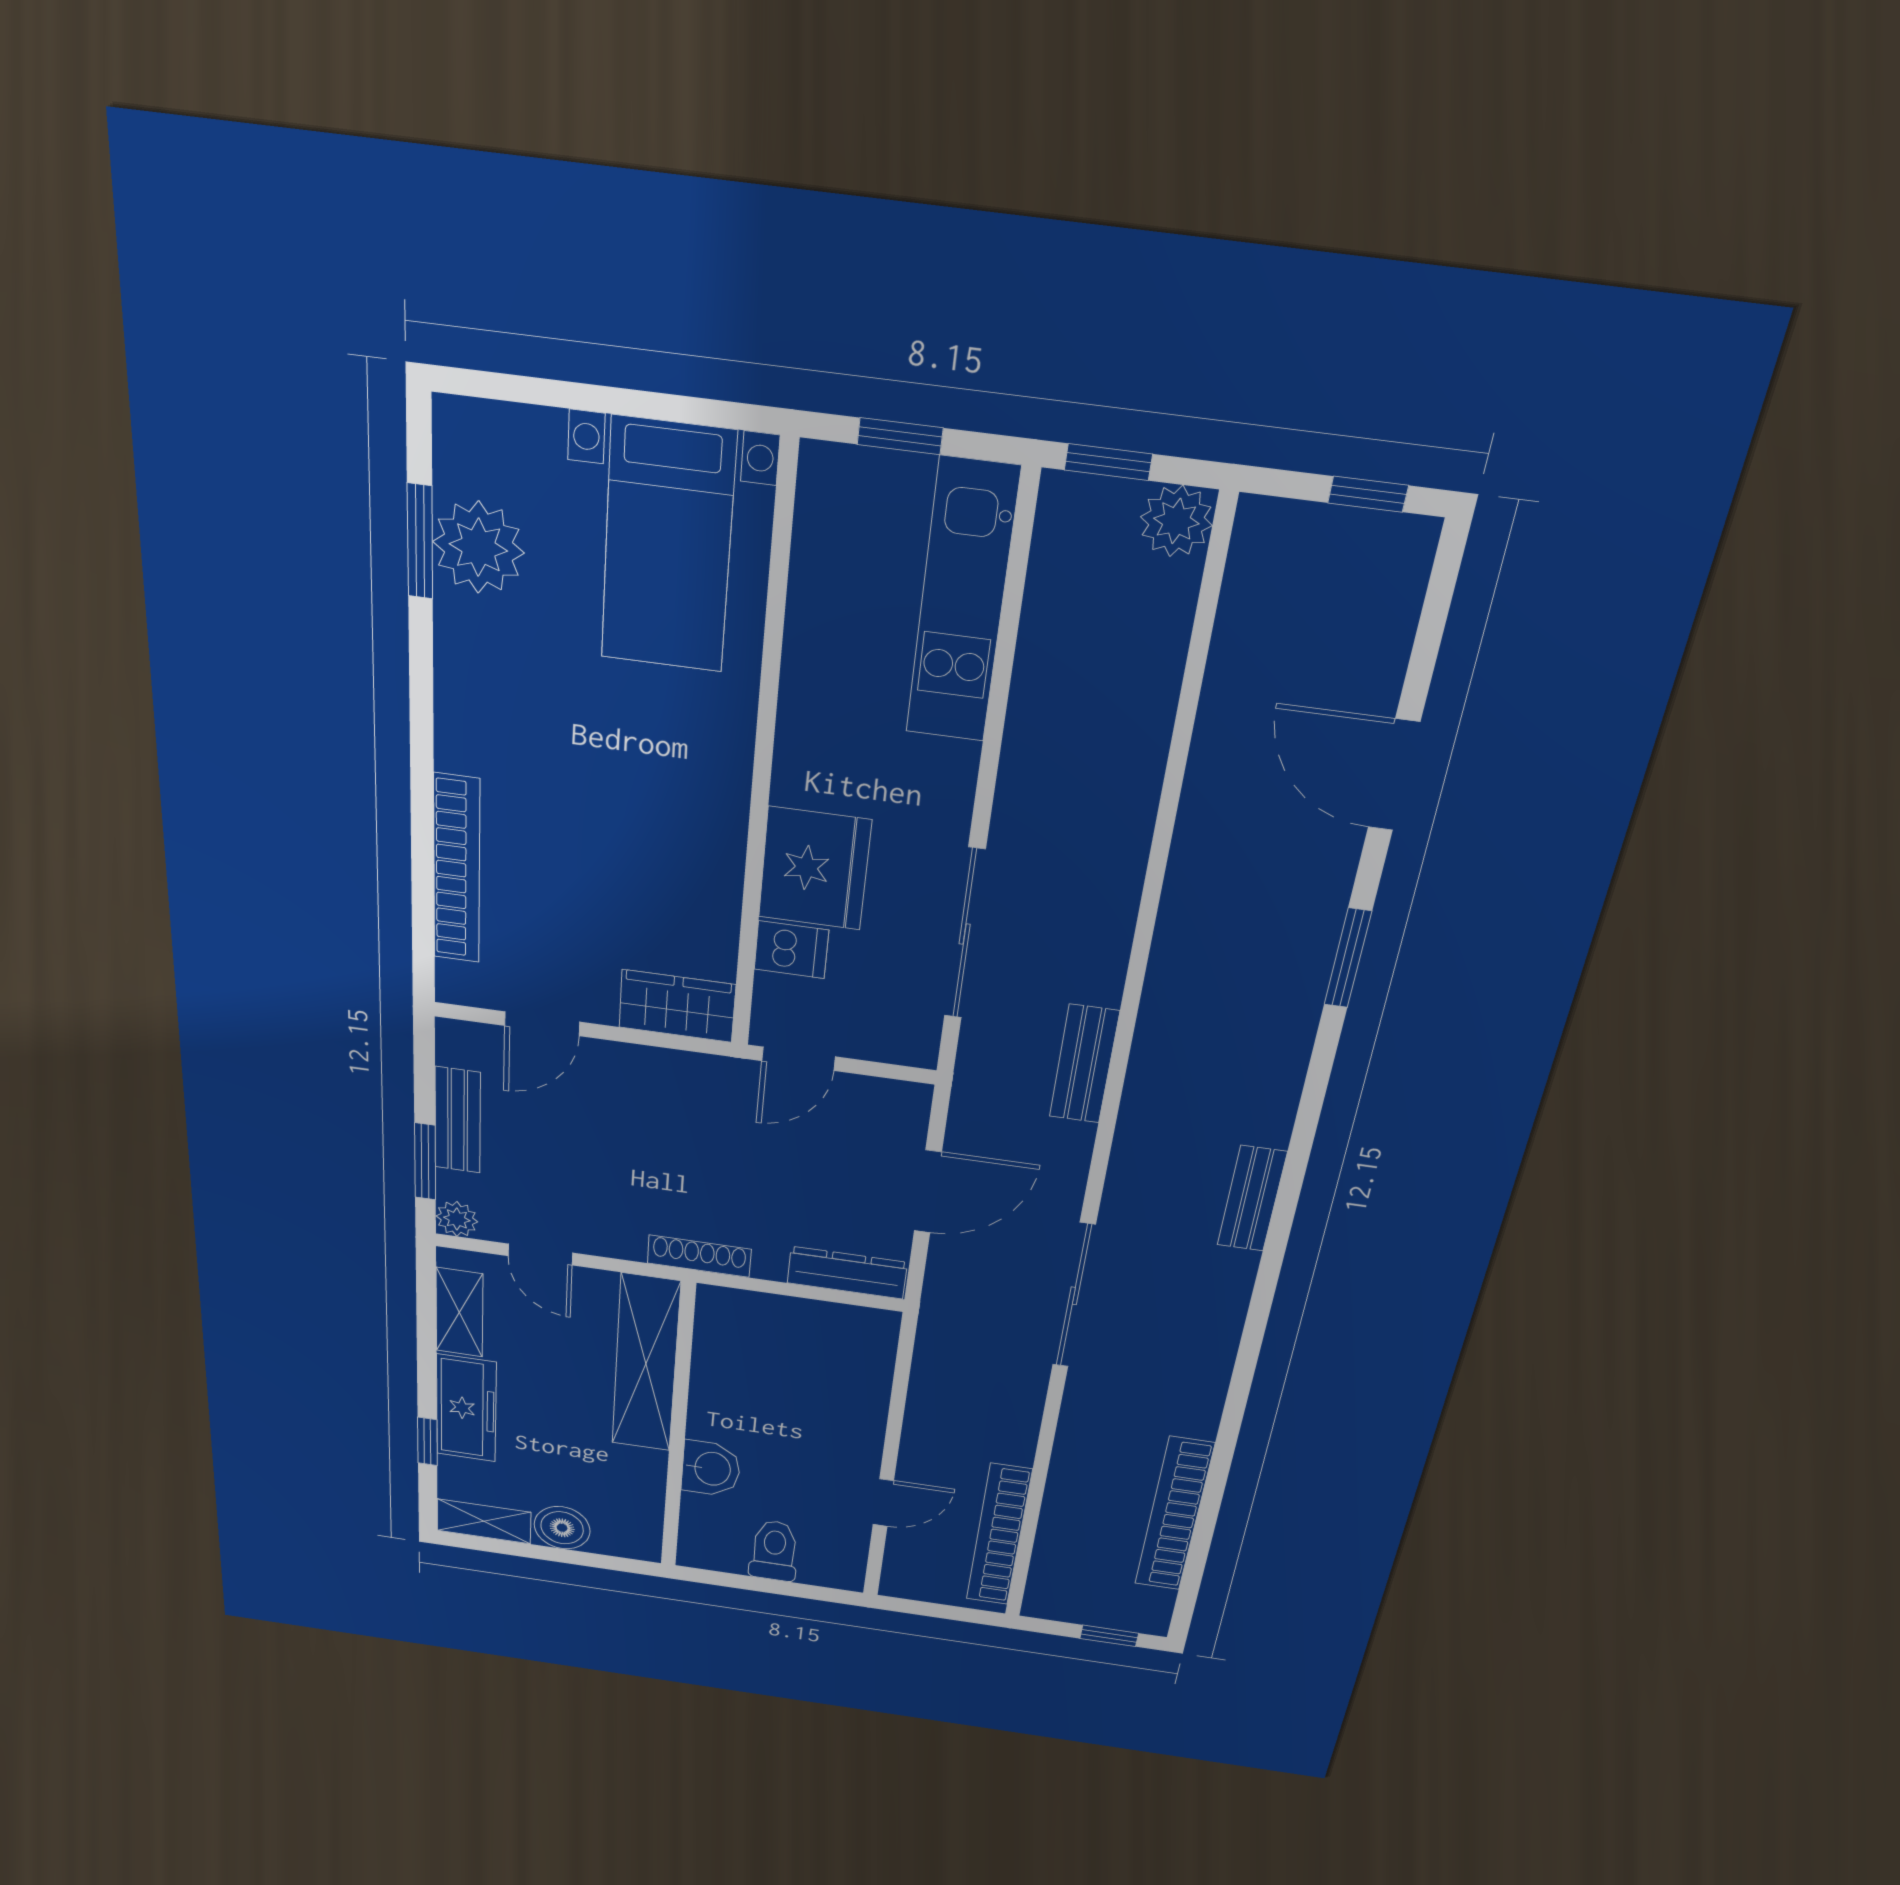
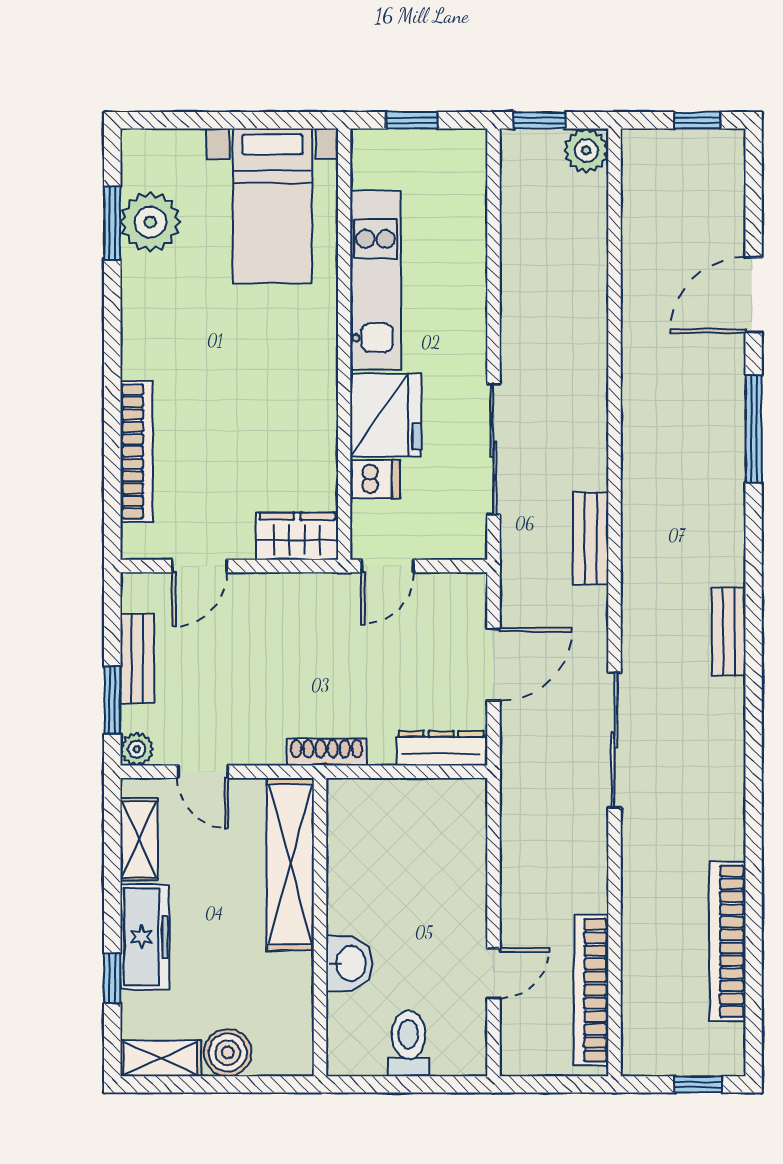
kitchen unit: (962, 603) -> (376, 280), moved, turned 180
door: (1394, 775) -> (754, 295), hinge flipped
window: (1348, 958) -> (754, 429), width x1.44

